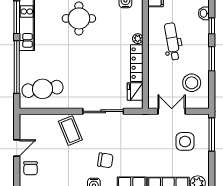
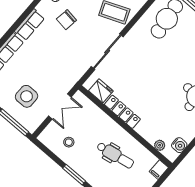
plant: (138, 39) -> (160, 145), moved
stool: (192, 83) -> (69, 142), width x0.53, depth x0.53

